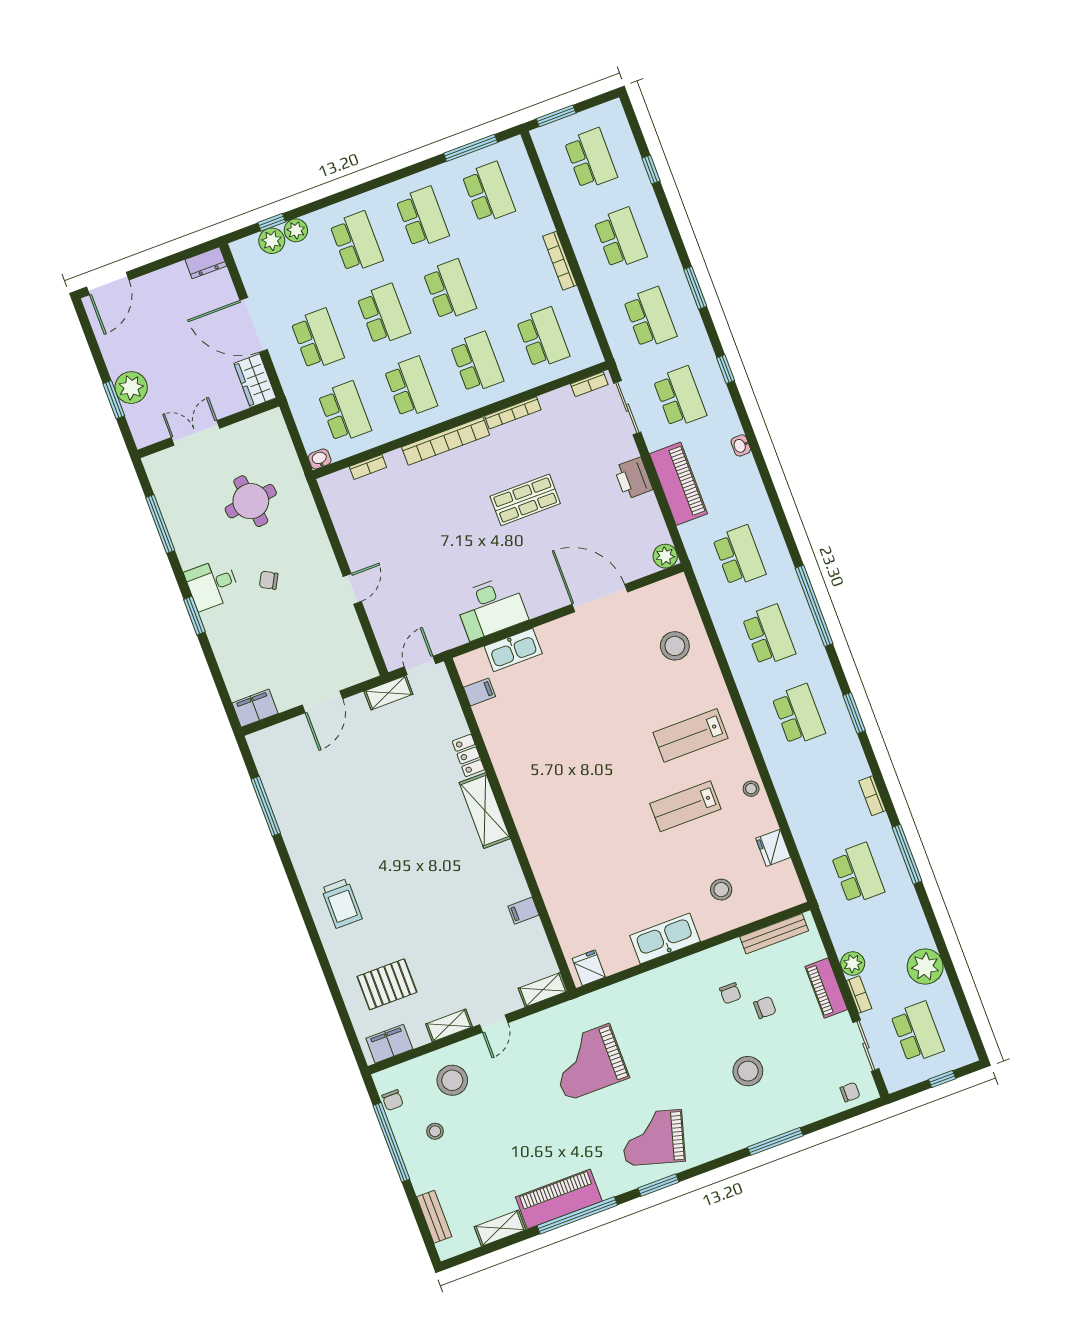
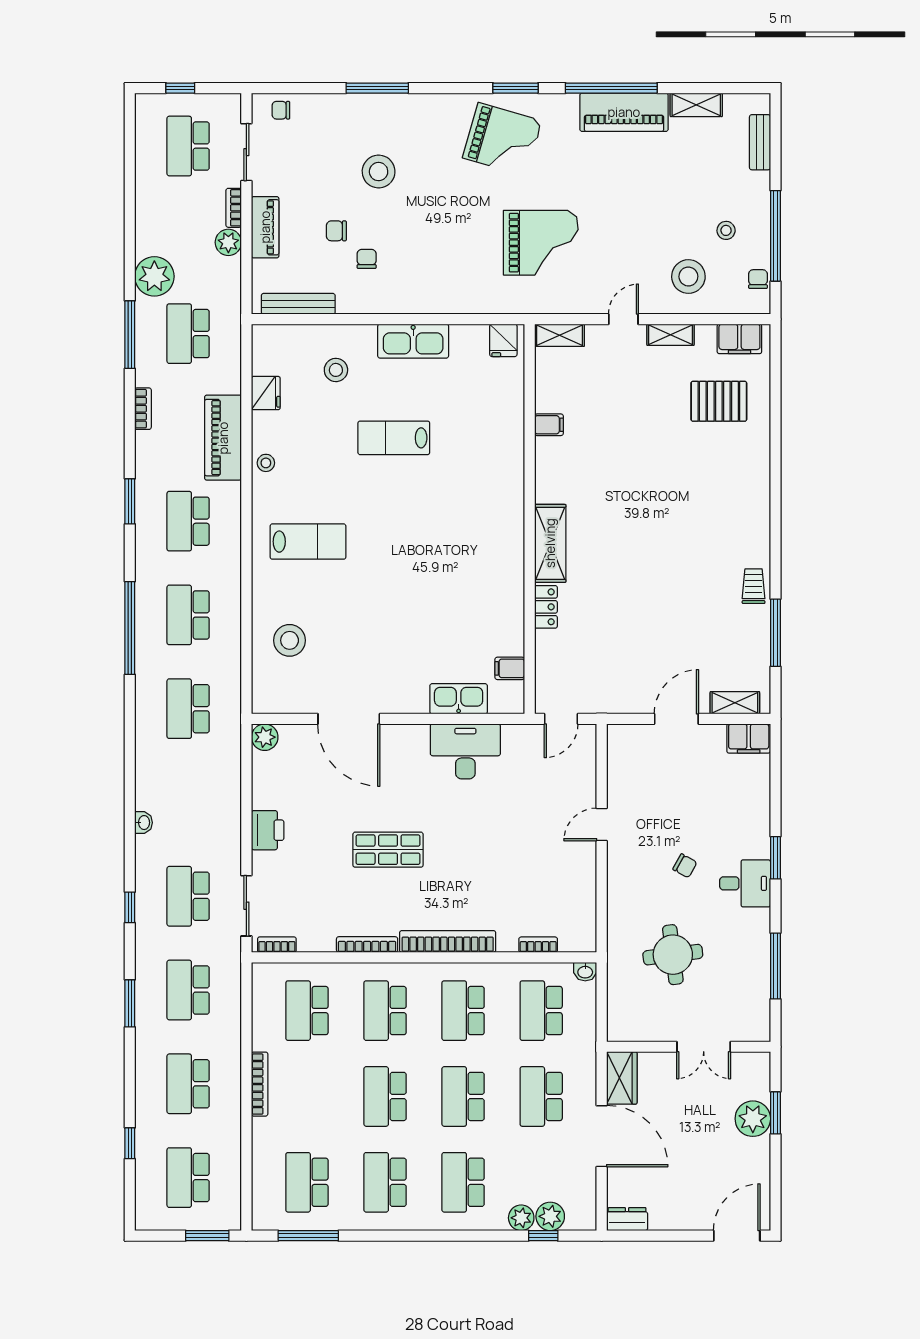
piano: (678, 484) -> (223, 438), moved
shelving: (388, 693) -> (735, 703), moved
lab bench: (685, 806) -> (394, 438), moved, turned 180
trolley: (342, 903) -> (754, 586), moved, width x0.73, depth x0.72
plant: (925, 967) -> (154, 276), moved

